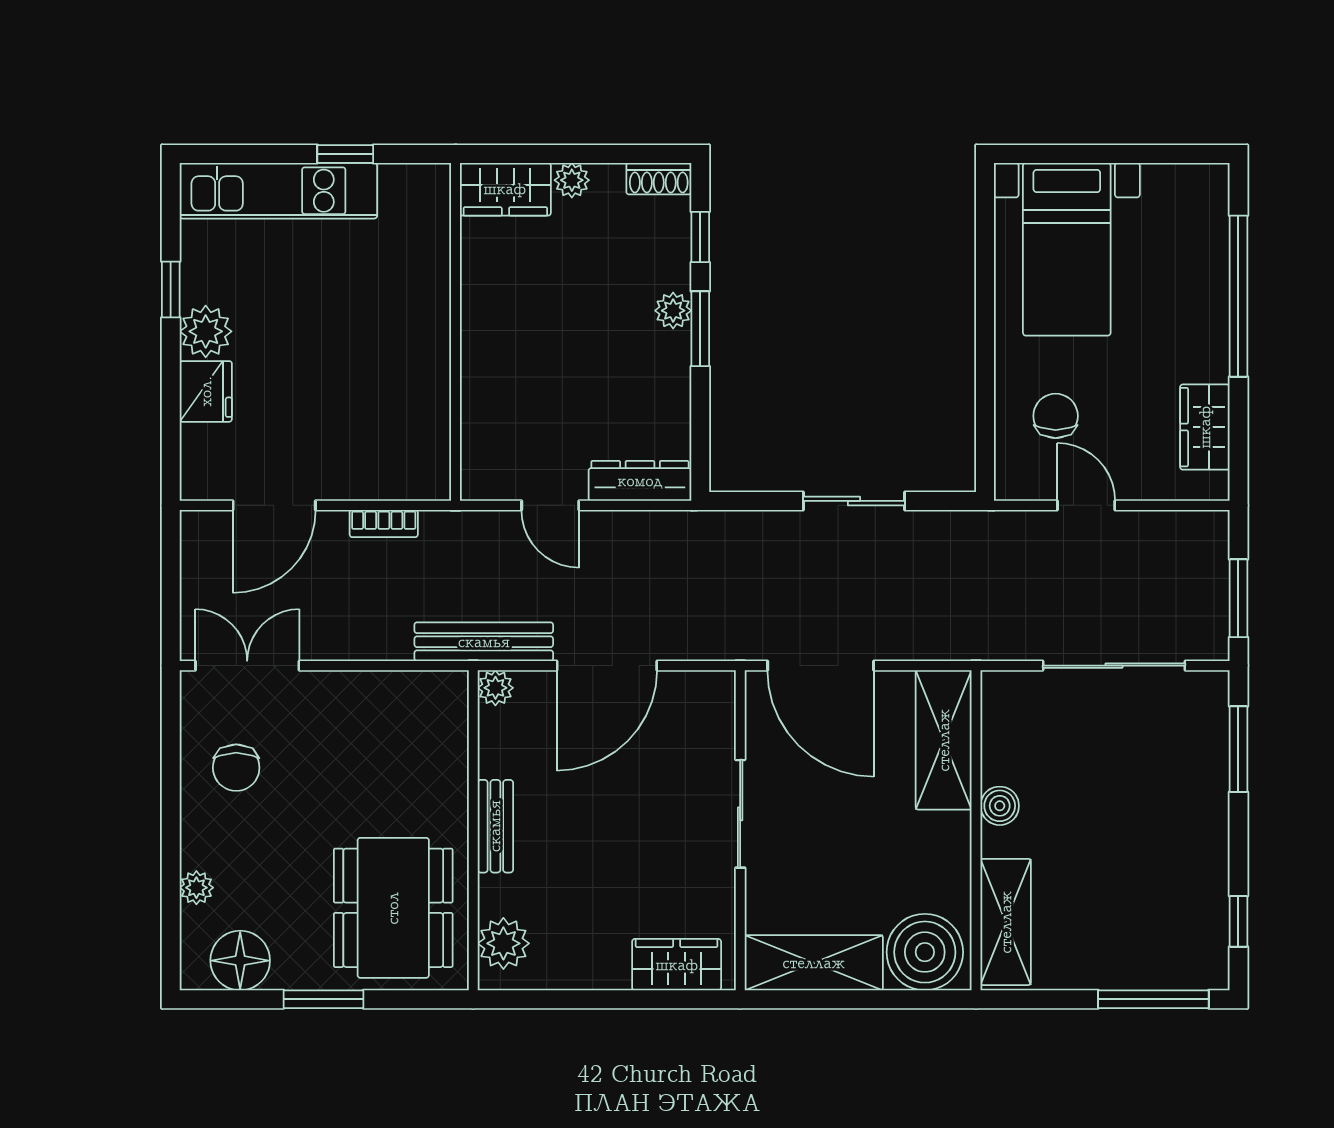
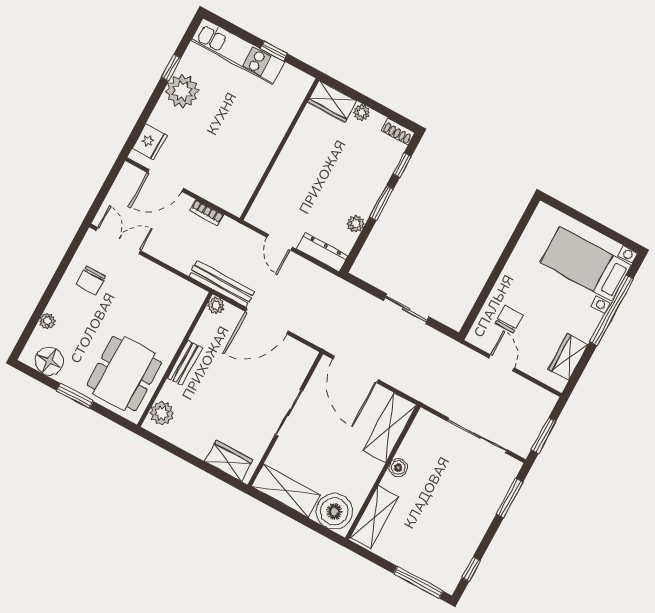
bed with nightstands: (1067, 249) -> (586, 264), moved, turned 90
plant: (673, 311) -> (356, 224), moved
plant: (206, 331) -> (182, 91), width x1.36, depth x1.36
fridge: (206, 391) -> (150, 142), moved

